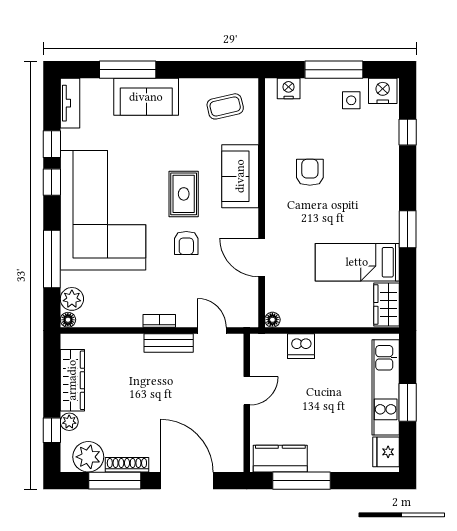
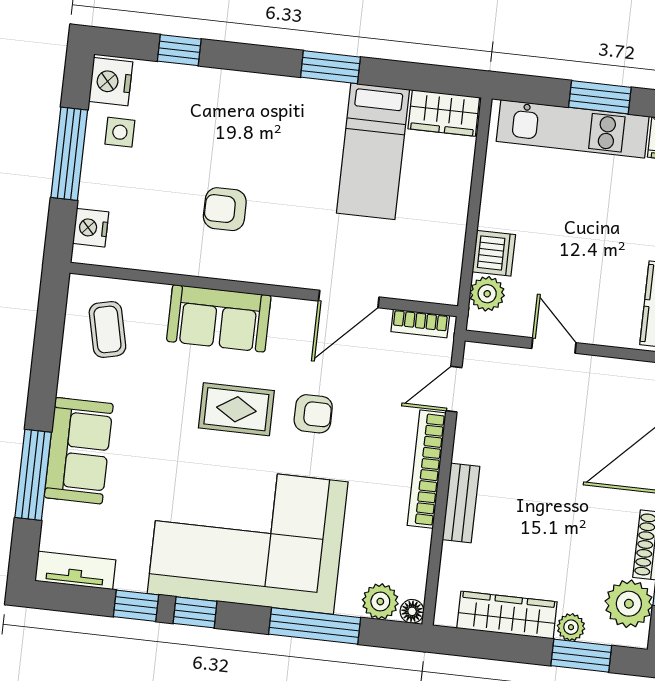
bookcase: (251, 304) -> (420, 323), added
floor lamp: (272, 320) -> (448, 293), removed
bookcase: (159, 321) -> (427, 469), width x2.31, depth x1.31
bench: (169, 343) -> (461, 503), moved
plant: (275, 345) -> (487, 294), added
window: (52, 430) -> (581, 656), width x1.50

